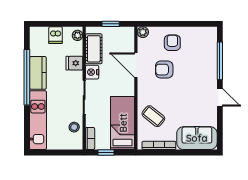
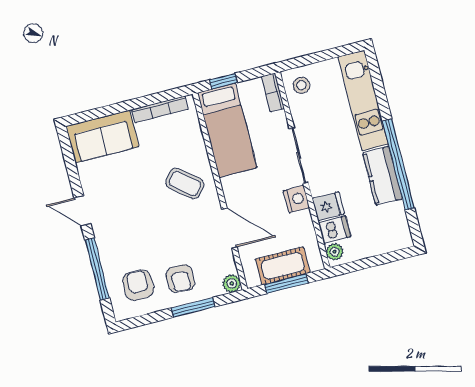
window: (111, 24) -> (286, 284), width x1.50
window: (169, 24) -> (193, 307), added
dishwasher: (55, 35) -> (335, 230), moved, turned 90
cot: (94, 49) -> (283, 266), moved, turned 90
armchair: (164, 70) -> (138, 285), moved, turned -90
coffee table: (153, 116) -> (185, 183), moved
stool: (74, 127) -> (302, 85), moved
window: (106, 153) -> (224, 81), moved

